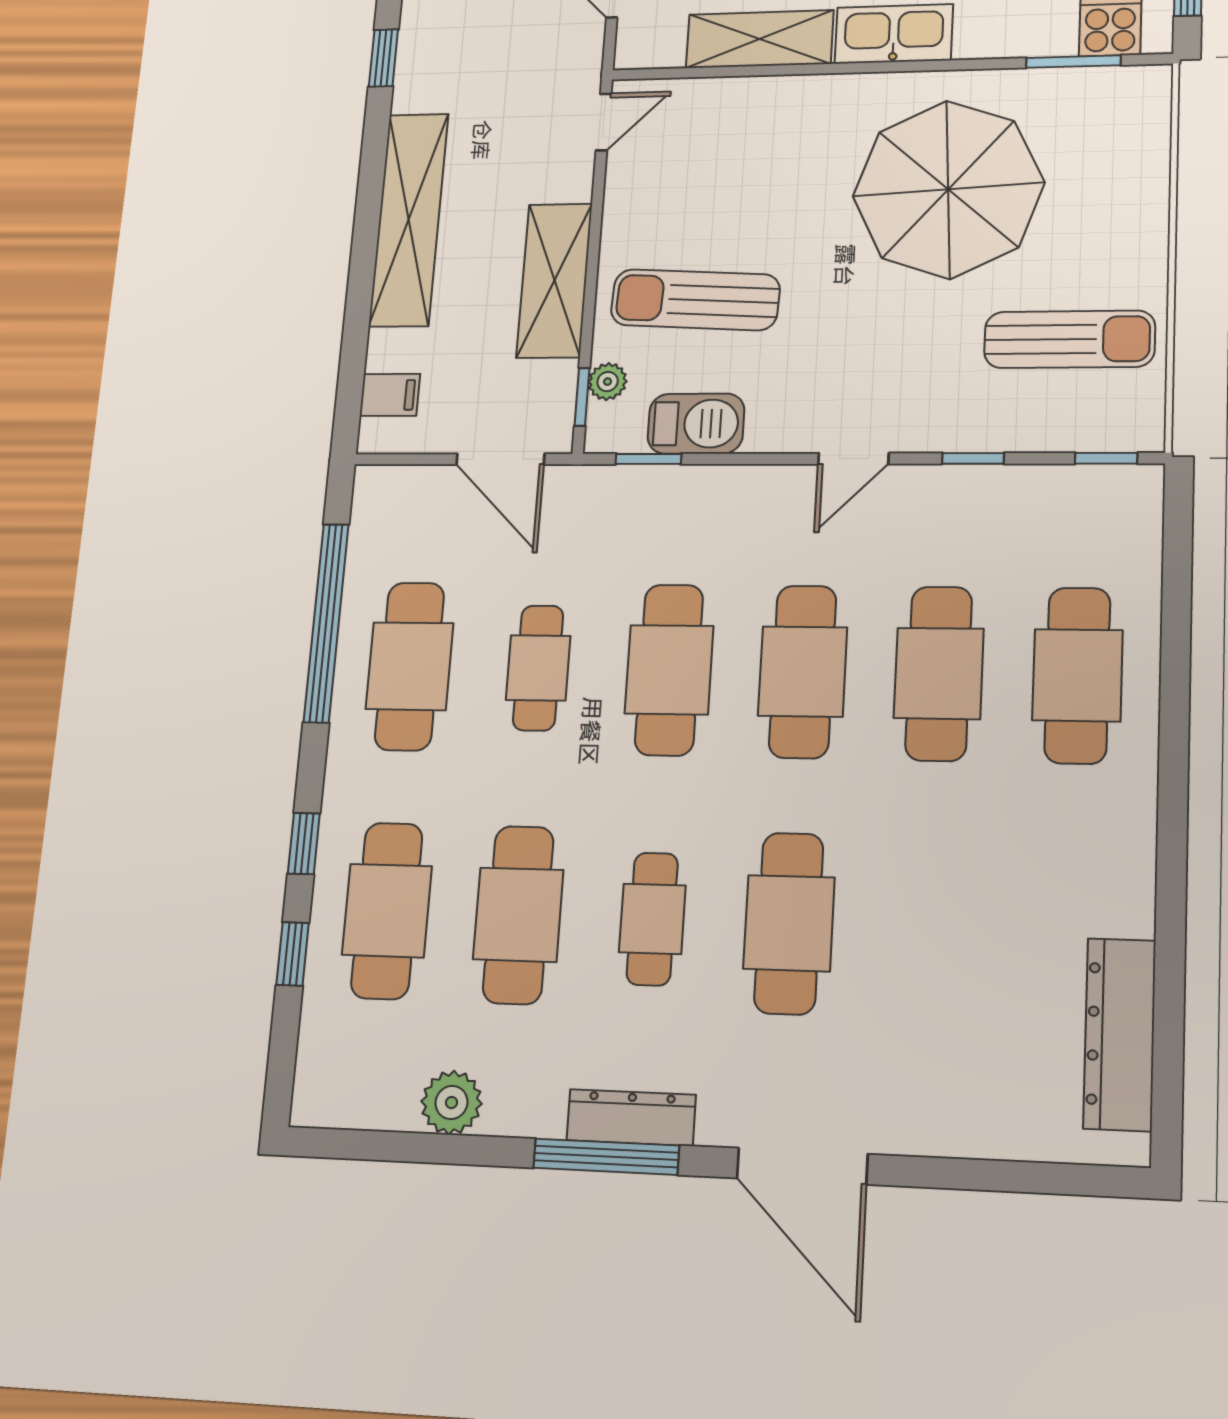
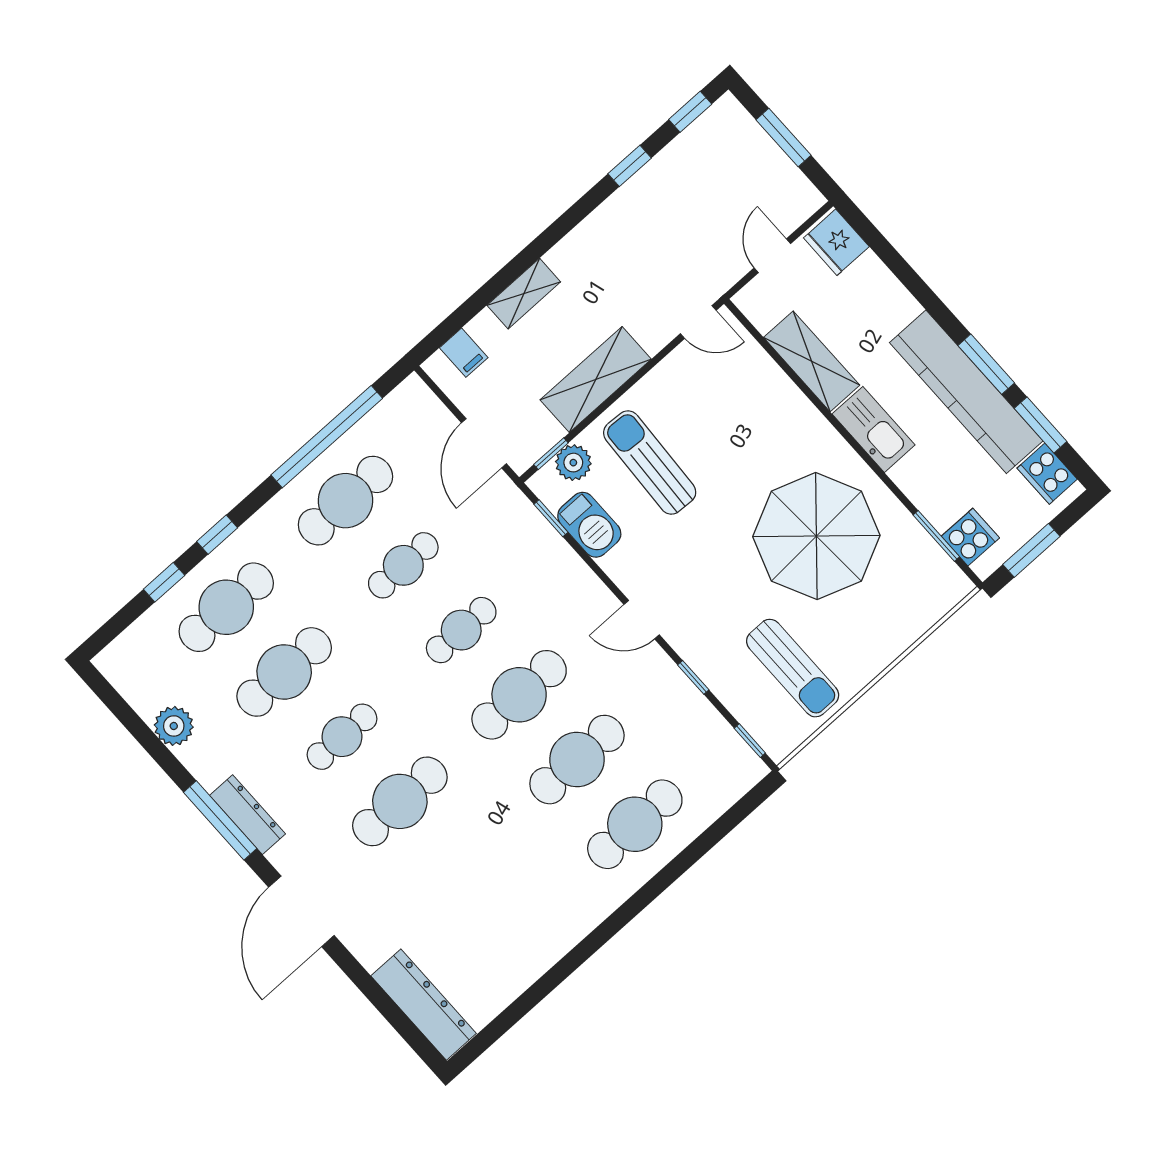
shelving: (409, 220) -> (524, 294), width x0.45, depth x0.75
plant: (608, 382) -> (573, 463), width x1.38, depth x1.38
cafe table: (669, 670) -> (461, 630), width x0.73, depth x0.74
dresser: (1120, 1034) -> (424, 1005), moved, turned 90

